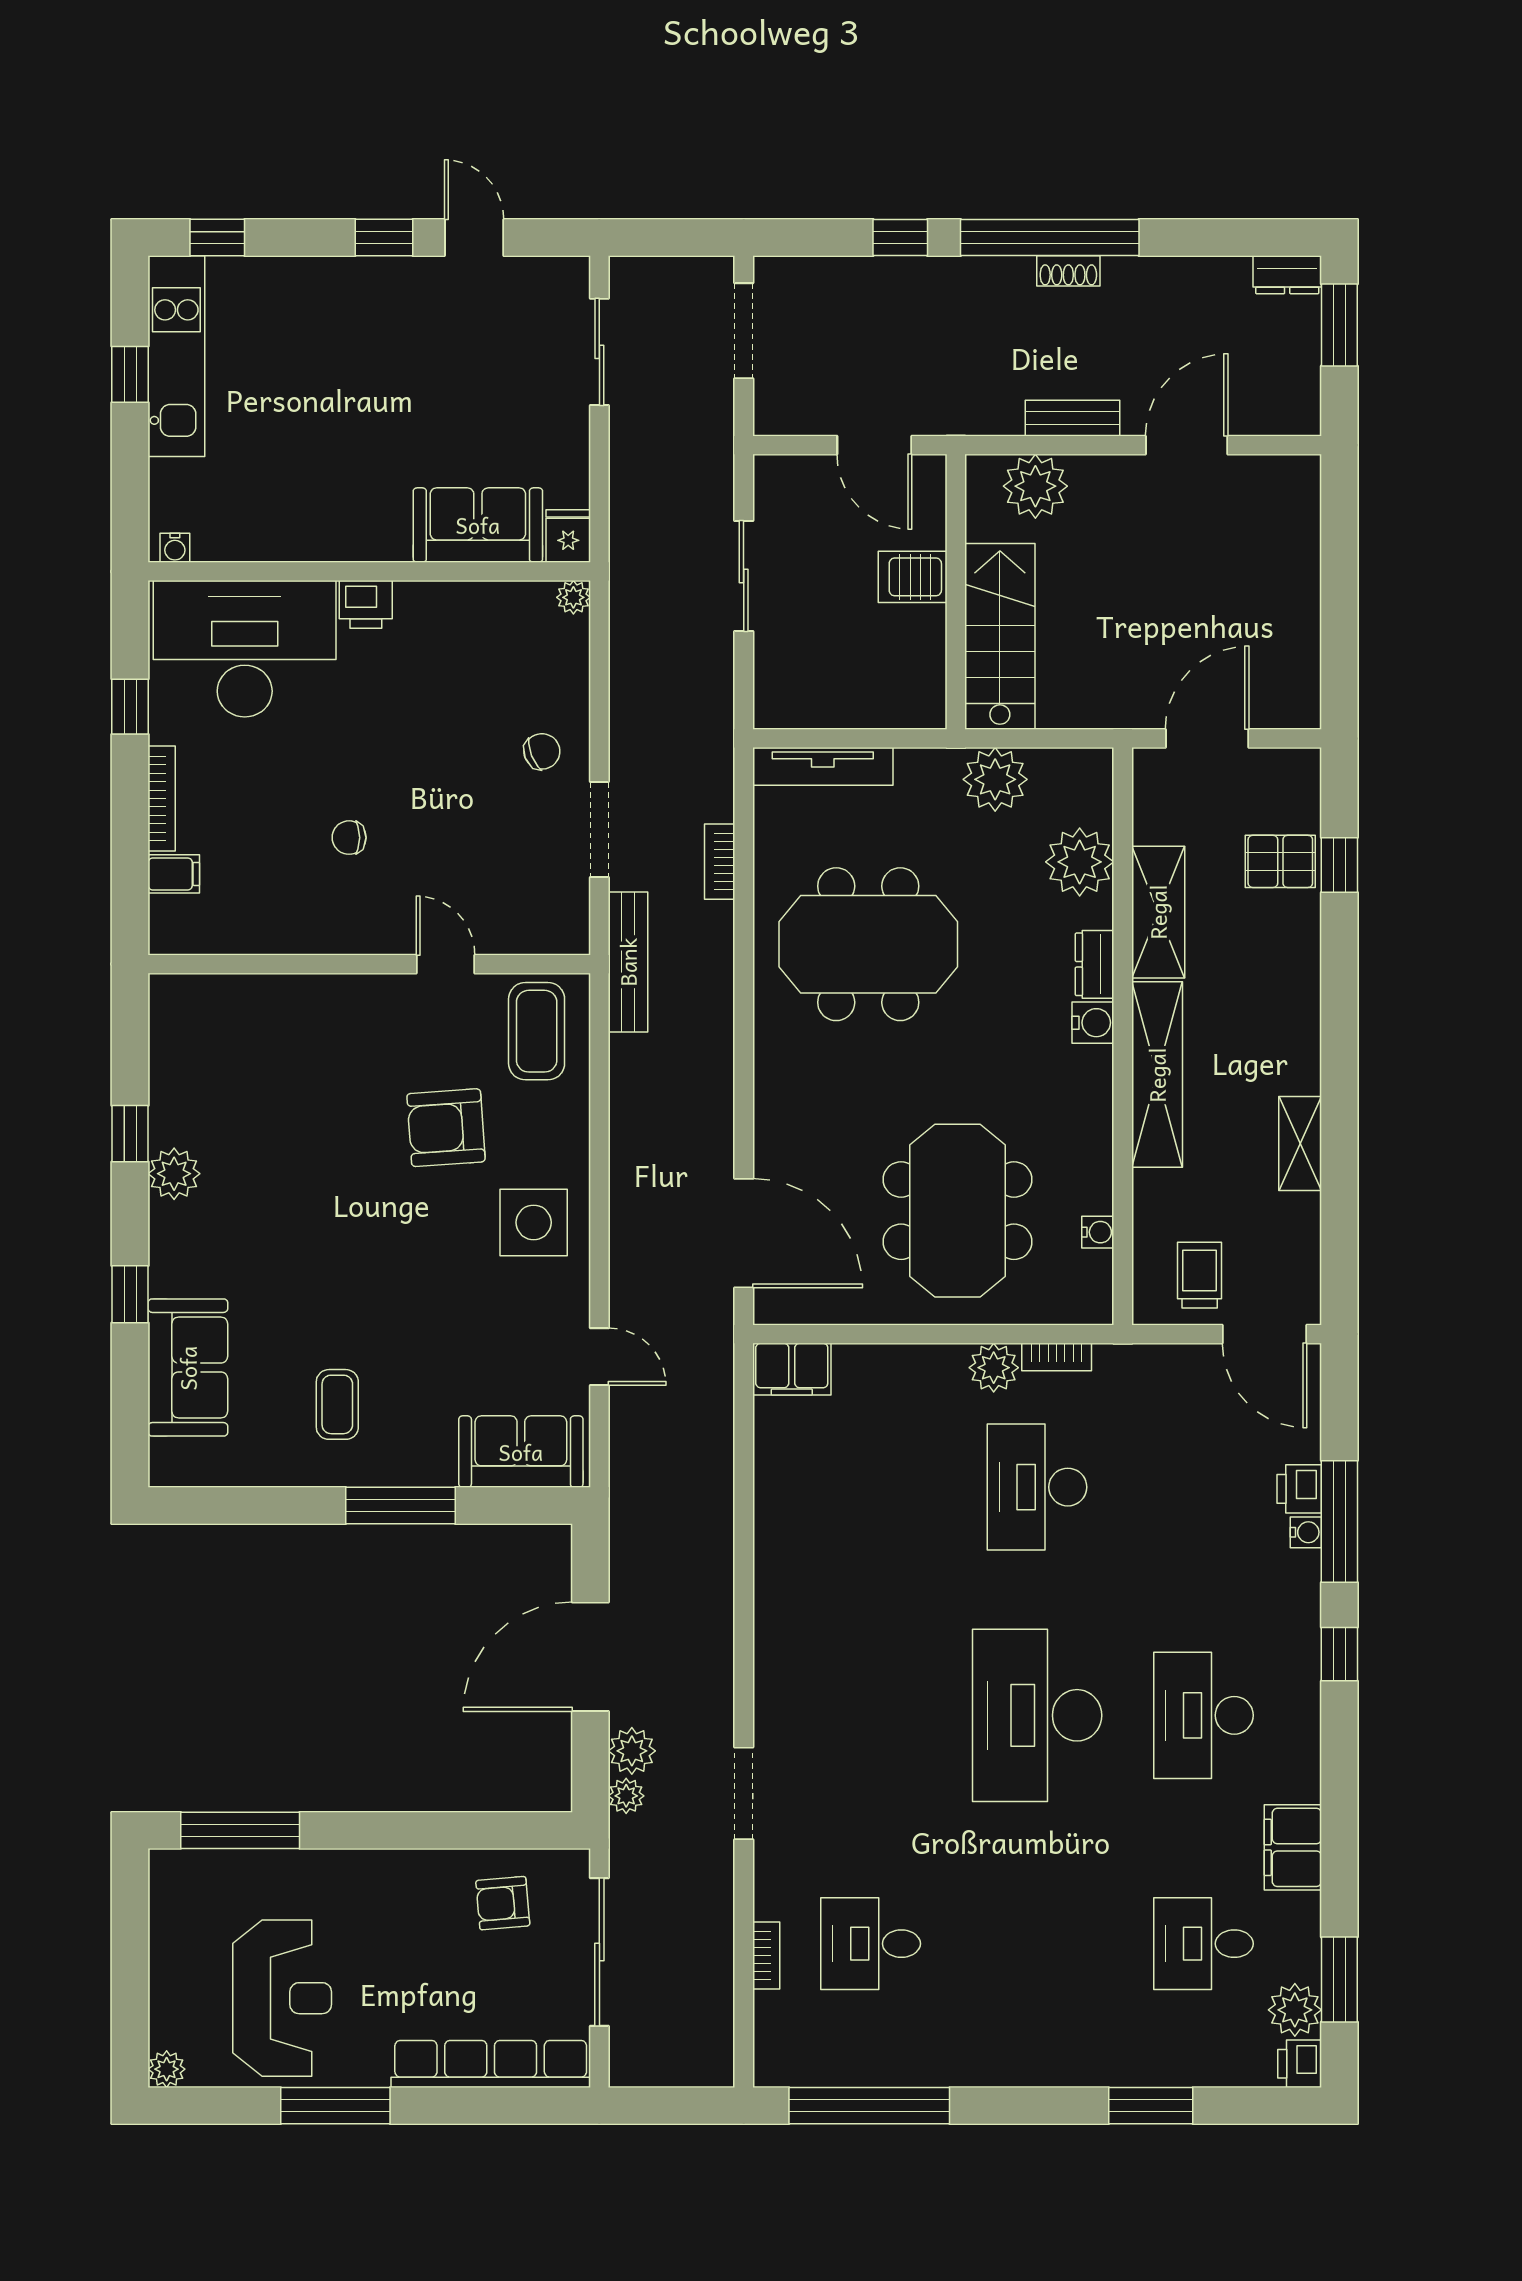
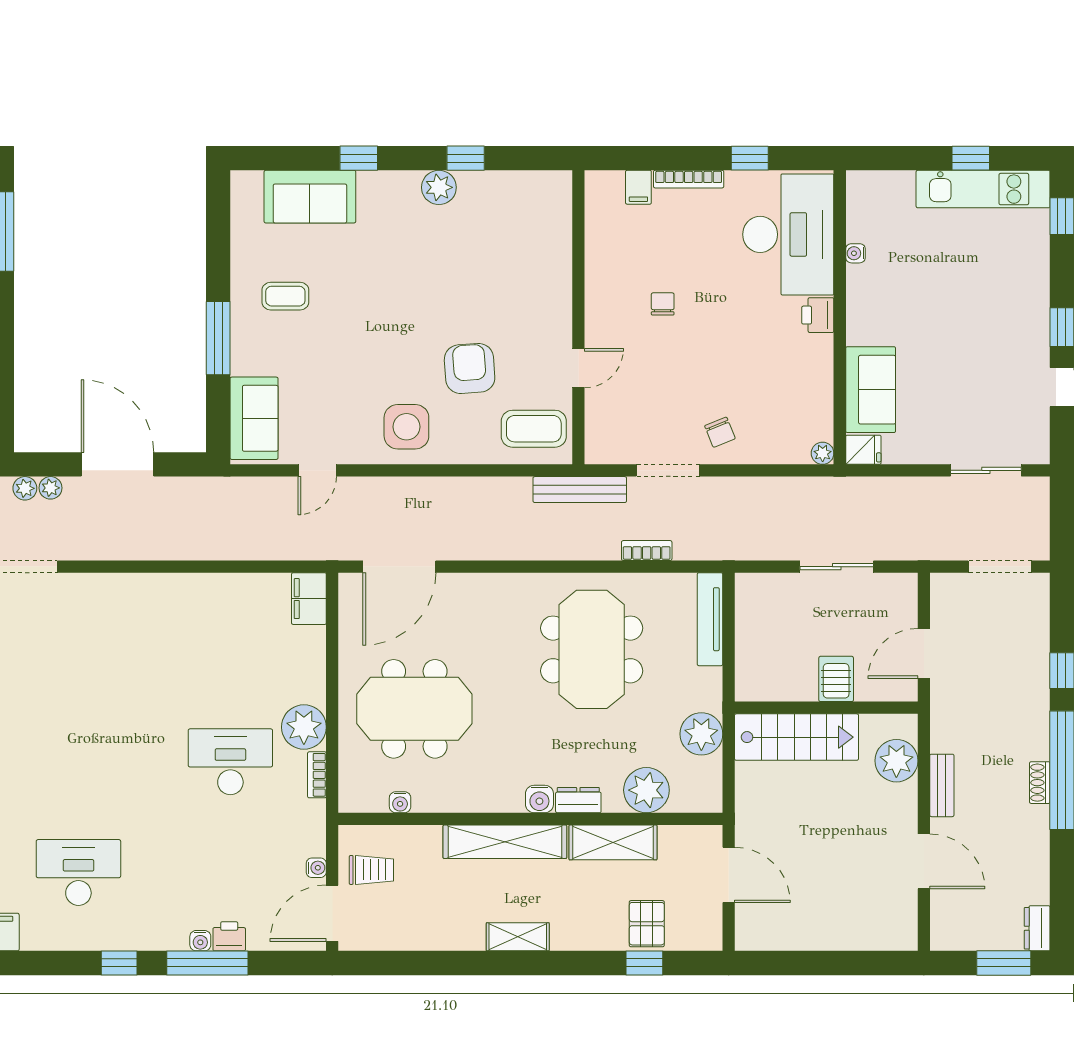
water cooler: (175, 548) -> (855, 253), moved
shelving: (1300, 1144) -> (518, 937), moved
water cooler: (1196, 1358) -> (316, 868), added
plant: (994, 1368) -> (304, 727), width x1.36, depth x1.36
desk: (1037, 1715) -> (78, 762), removed
plant: (632, 1751) -> (50, 488), width x0.73, depth x0.73

